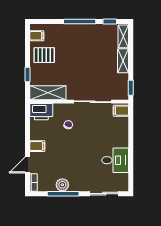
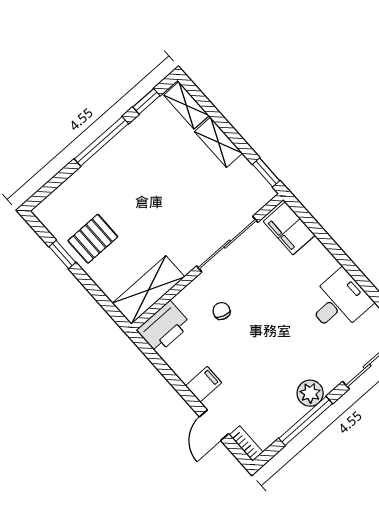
filing cabinet: (37, 36) -> (56, 220), removed
window: (28, 74) -> (62, 255), moved
filing cabinet: (121, 111) -> (289, 228), width x2.00
plant: (62, 185) -> (310, 393), moved

